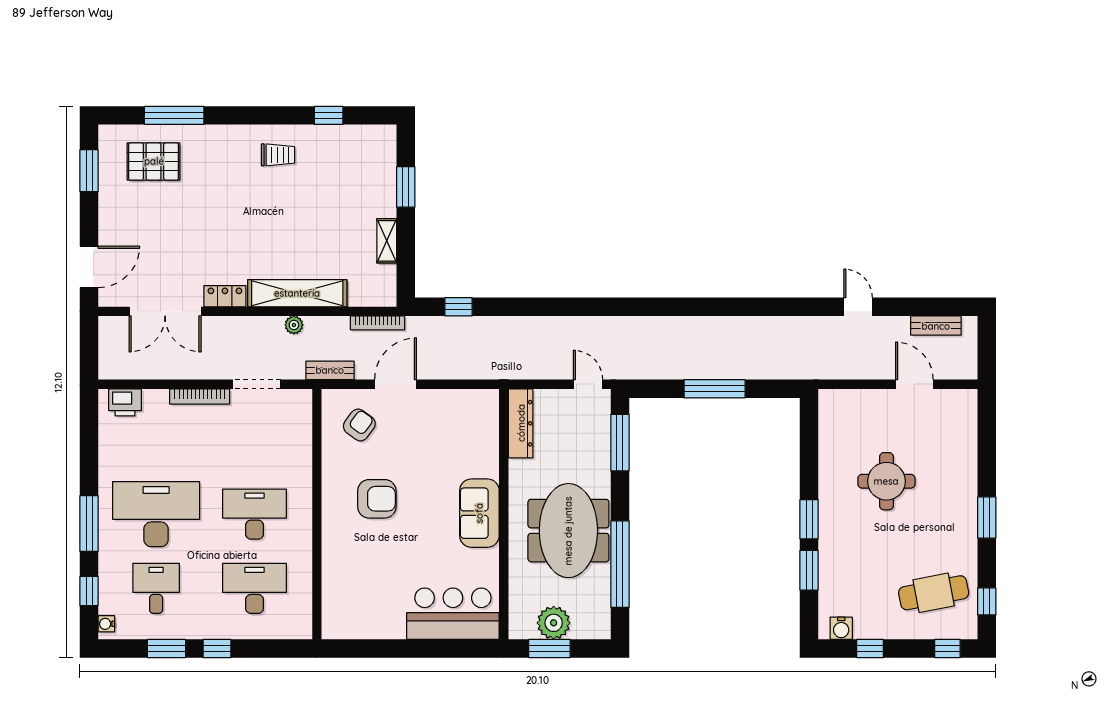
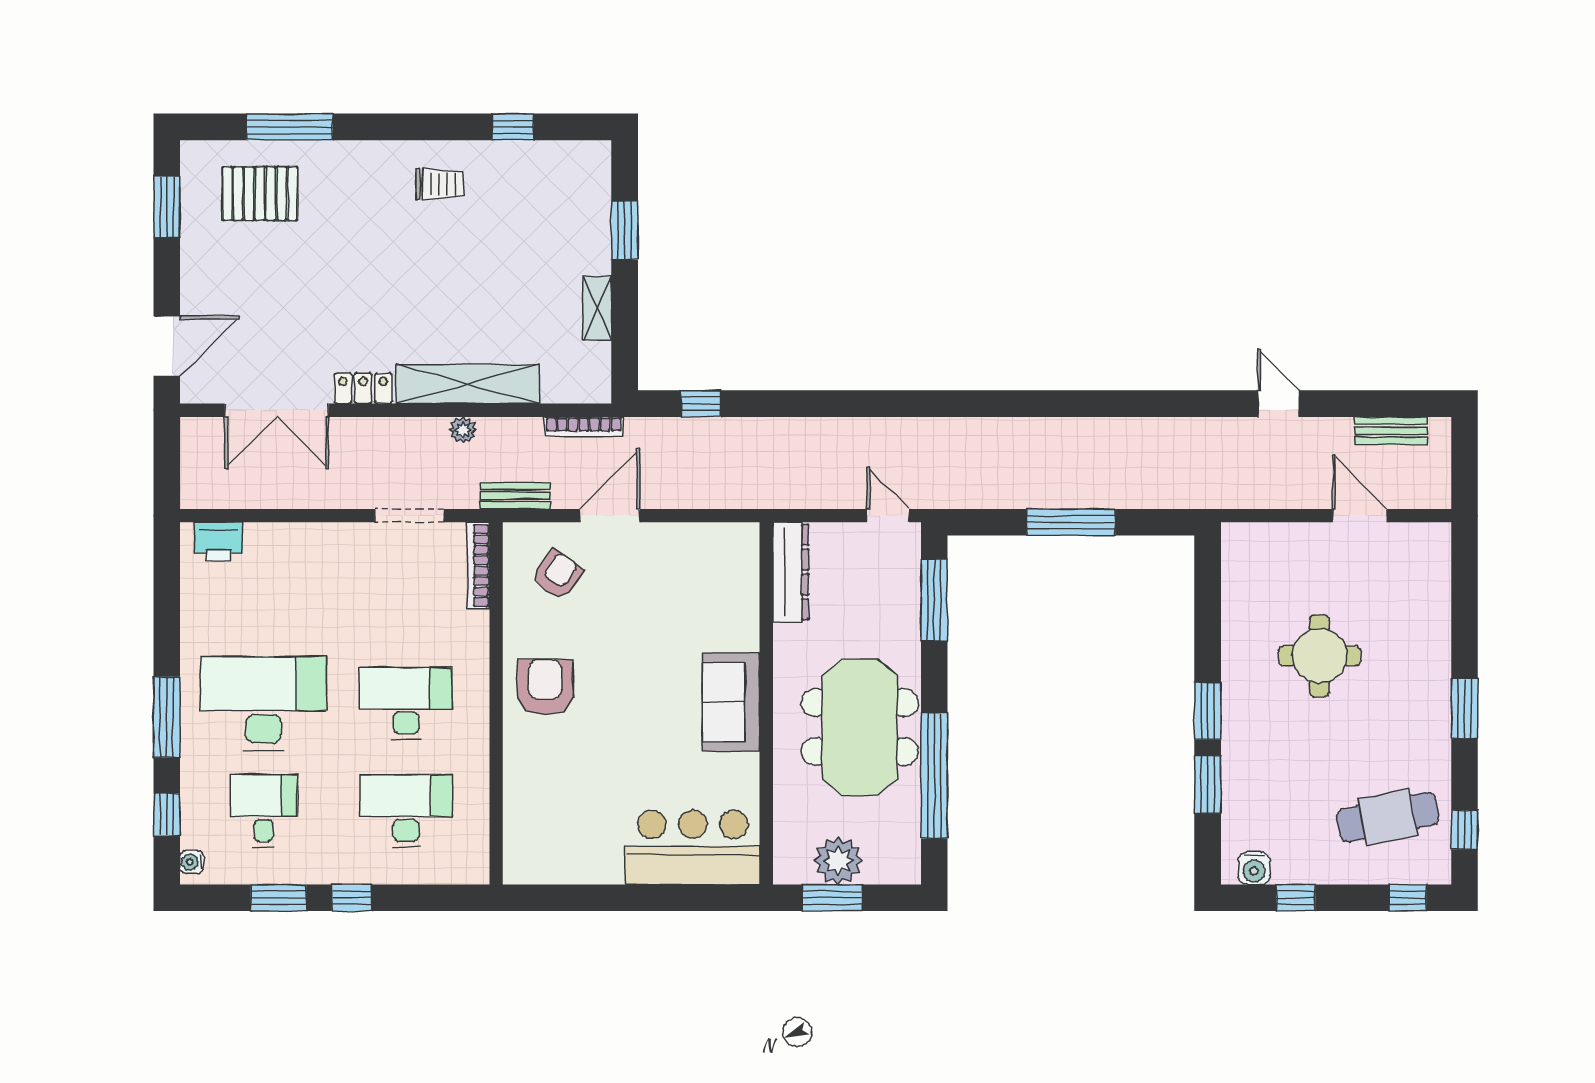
bookcase: (200, 396) -> (478, 565), moved, turned 90
armchair: (377, 499) -> (545, 687), moved, turned -90

